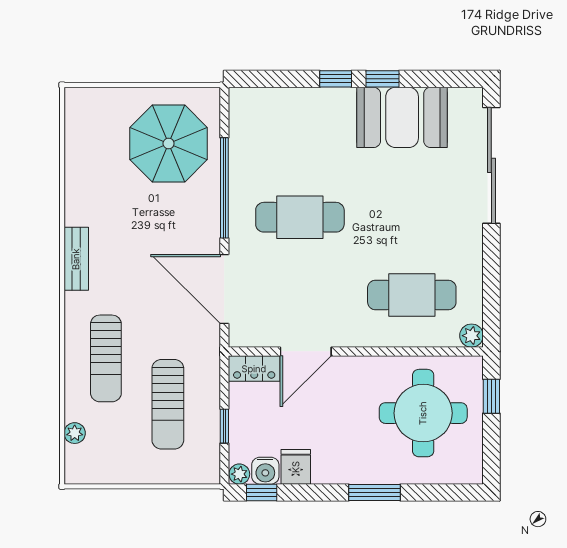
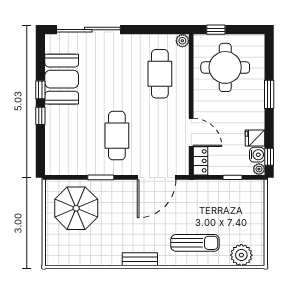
window: (224, 188) -> (101, 177), width x0.47
sun lounger: (168, 404) -> (220, 209), removed
plant: (75, 433) -> (241, 255), width x1.88, depth x1.88

